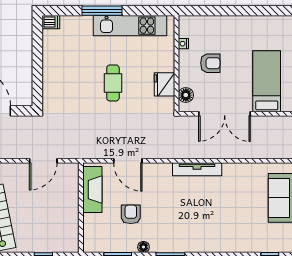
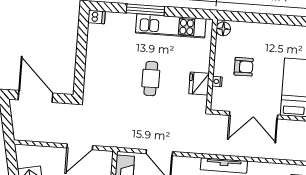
nightstand: (183, 44) -> (217, 82), moved
floor lamp: (186, 95) -> (223, 29), moved

